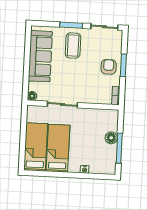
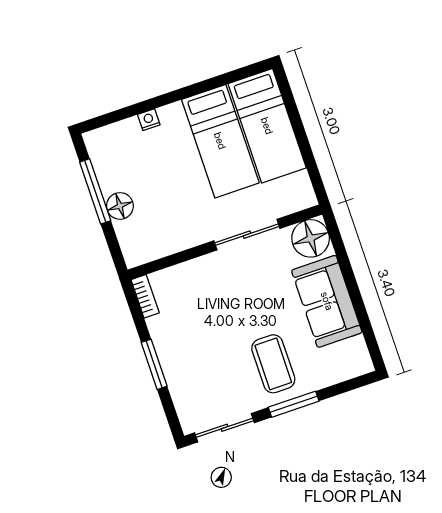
sofa: (40, 56) -> (327, 301), width x0.73
armchair: (109, 67) -> (183, 349), removed
floor lamp: (32, 96) -> (311, 238), width x1.89, depth x1.89

